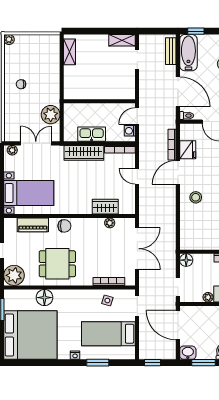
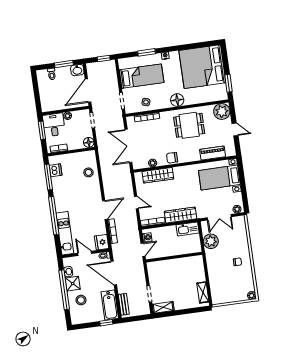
kitchen sink: (92, 134) -> (188, 229), moved
fridge: (188, 150) -> (102, 242), moved
stool: (196, 197) -> (88, 172), moved
wardrobe: (105, 207) -> (158, 175), width x1.50
chair: (64, 226) -> (172, 158), moved
floor lamp: (44, 298) -> (177, 100), moved
door: (178, 325) -> (88, 91), swing flipped

